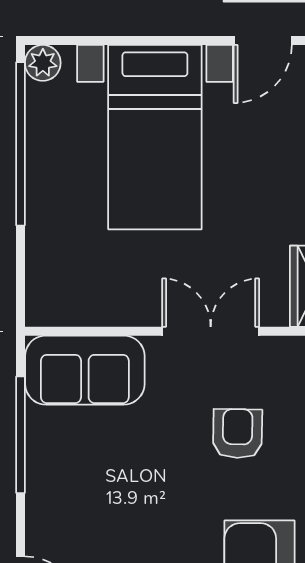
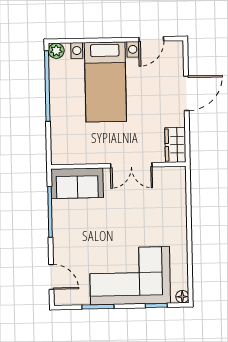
double door: (211, 331) -> (131, 165), swing flipped
armchair: (238, 434) -> (144, 209), removed

